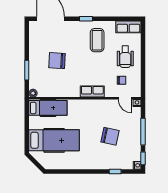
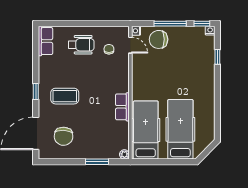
coffee table: (97, 40) -> (65, 96), moved
chair: (57, 61) -> (64, 136), moved
row of seats: (92, 92) -> (122, 107), moved
door: (125, 98) -> (130, 45), hinge flipped
hospital bed: (48, 108) -> (146, 130), width x1.37, depth x1.29
chair: (110, 136) -> (159, 39), moved, turned -102

